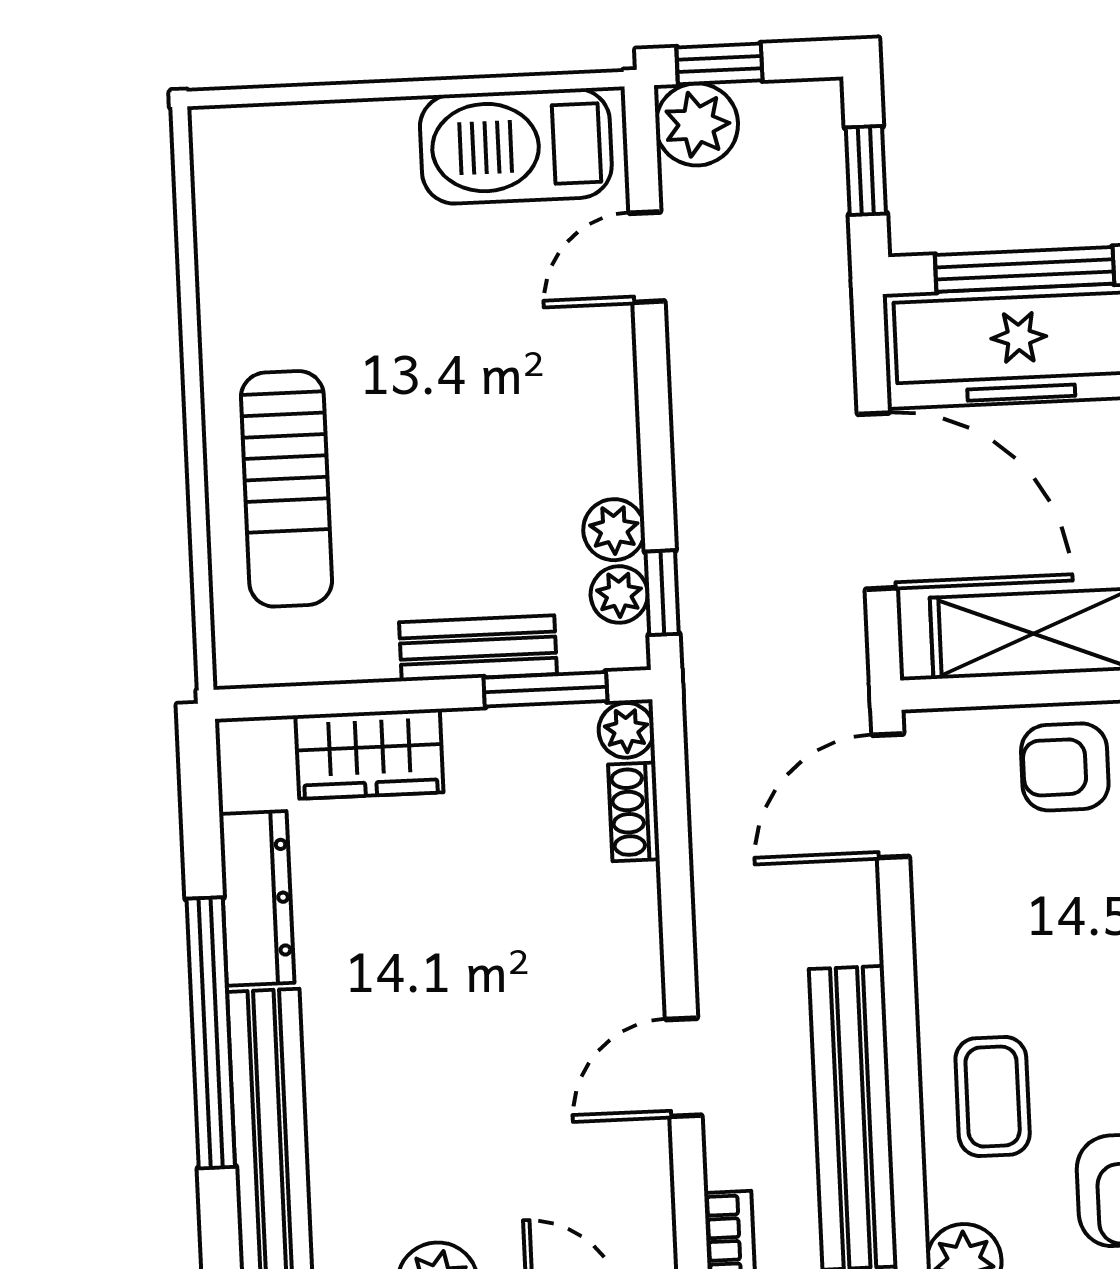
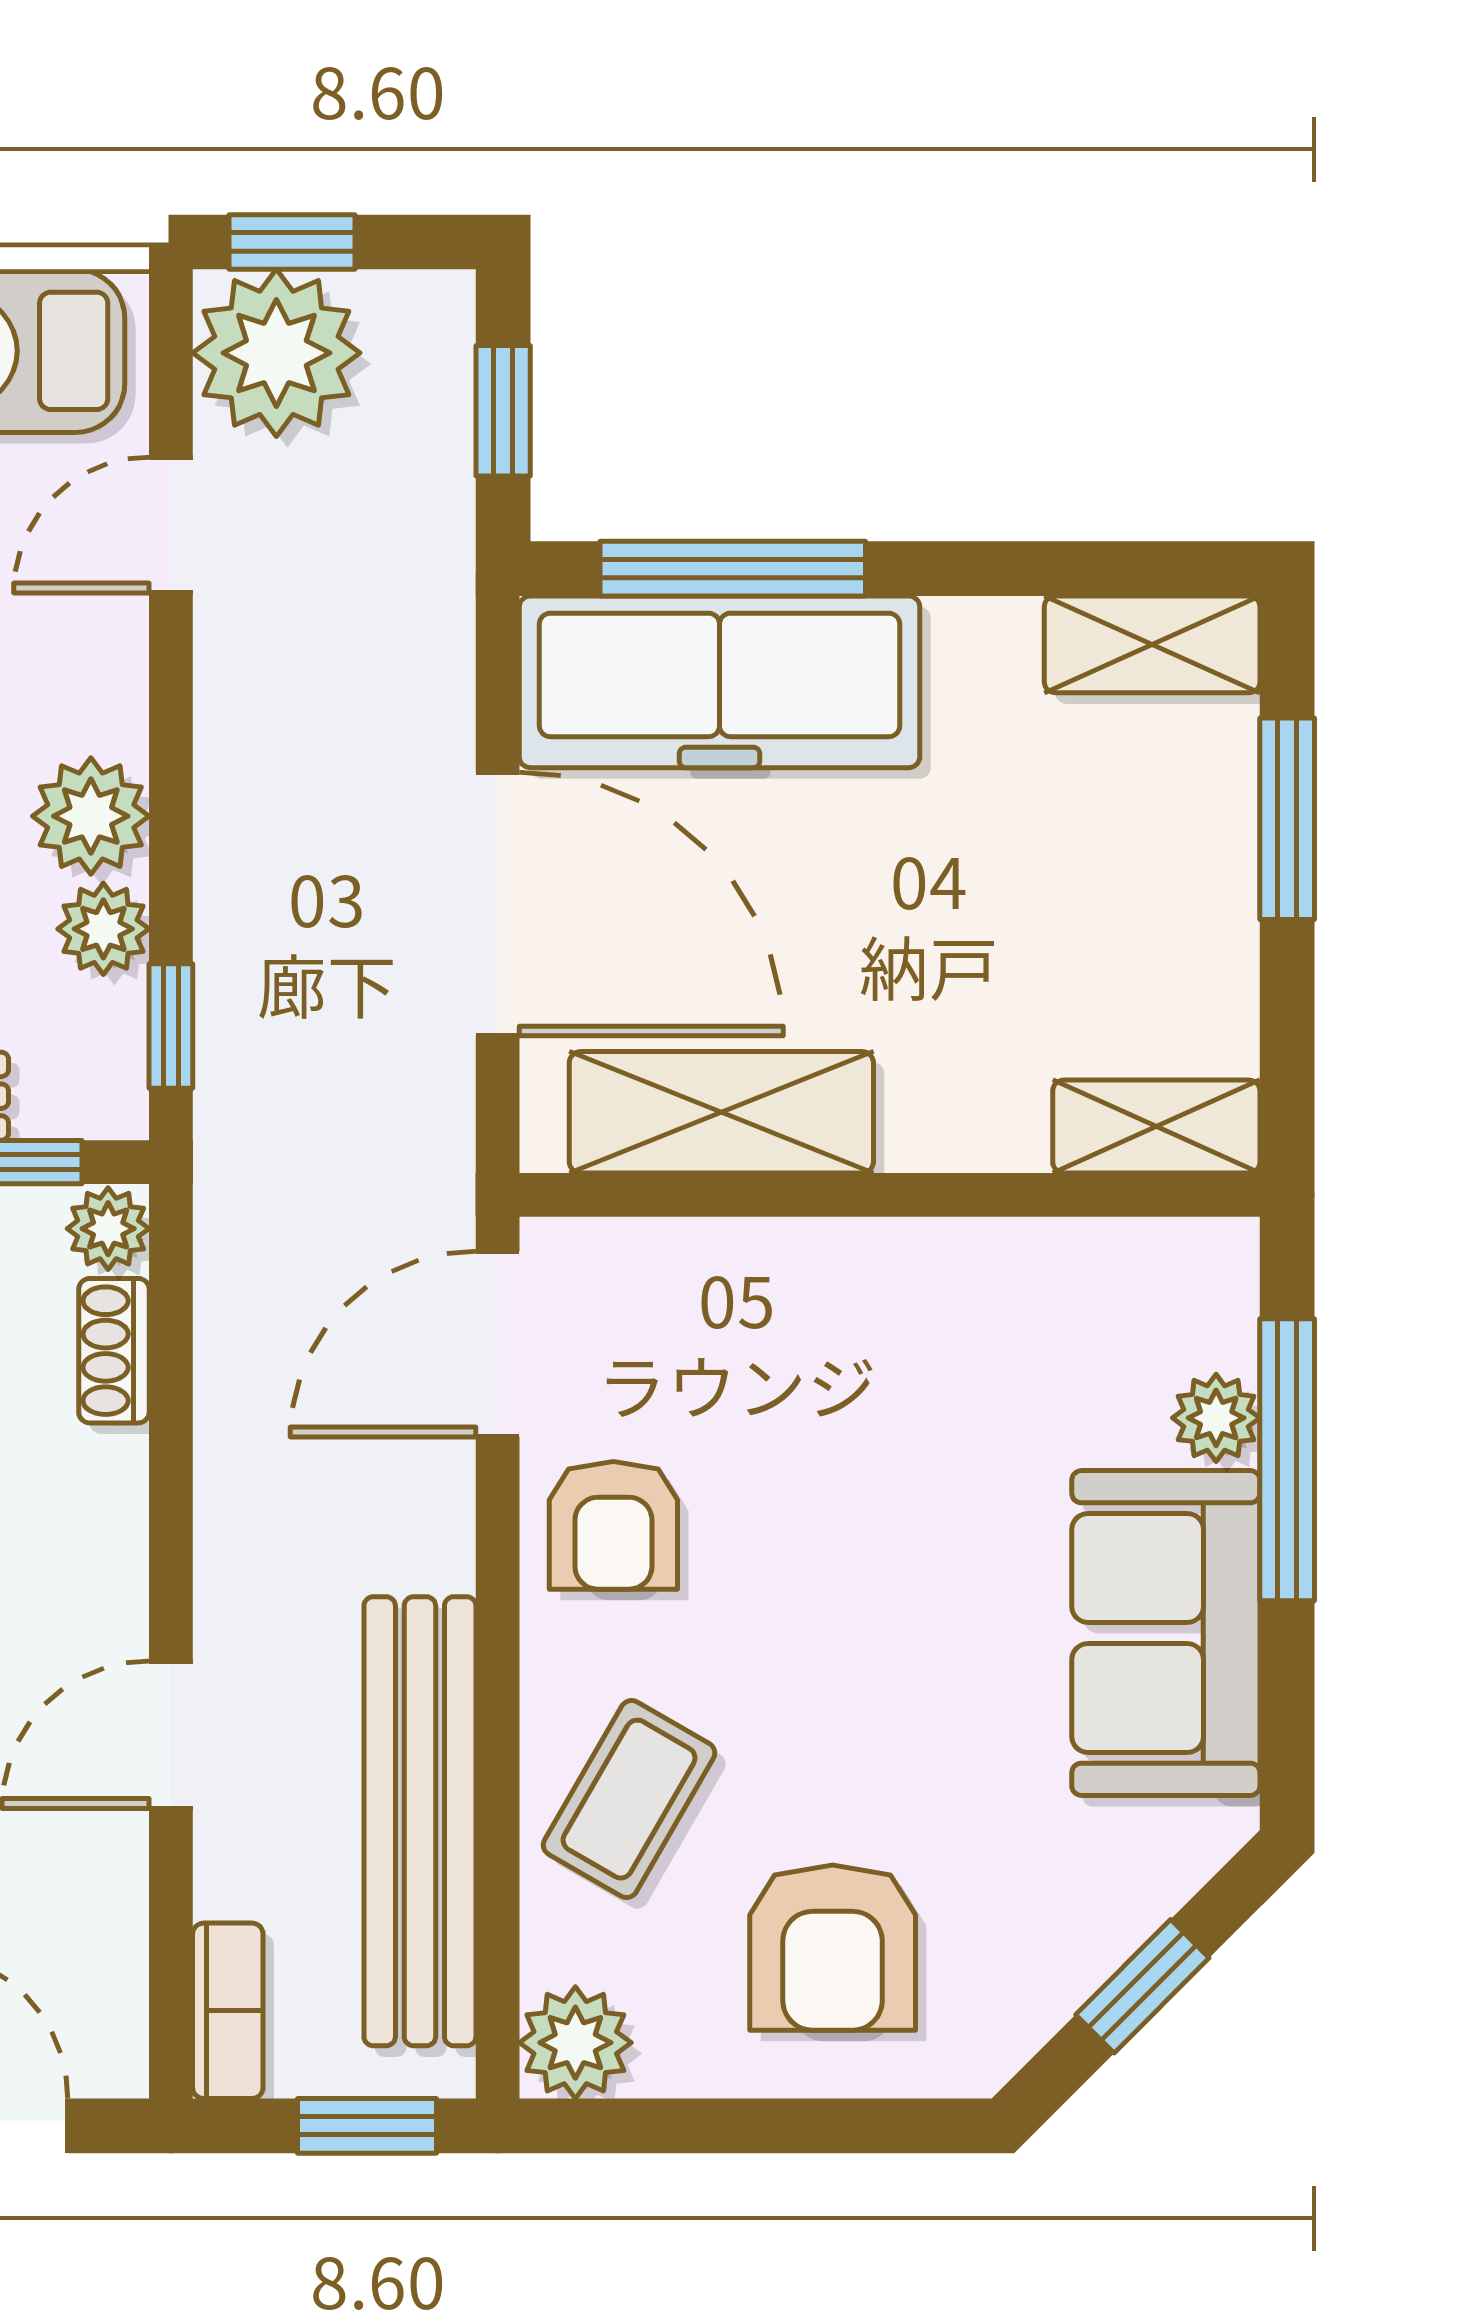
plant: (697, 124) -> (276, 353), width x1.36, depth x1.36
plant: (619, 594) -> (91, 816), moved, width x1.38, depth x1.38
armchair: (1065, 767) -> (613, 1525), moved, turned -90
coffee table: (993, 1097) -> (629, 1799), turned 30

